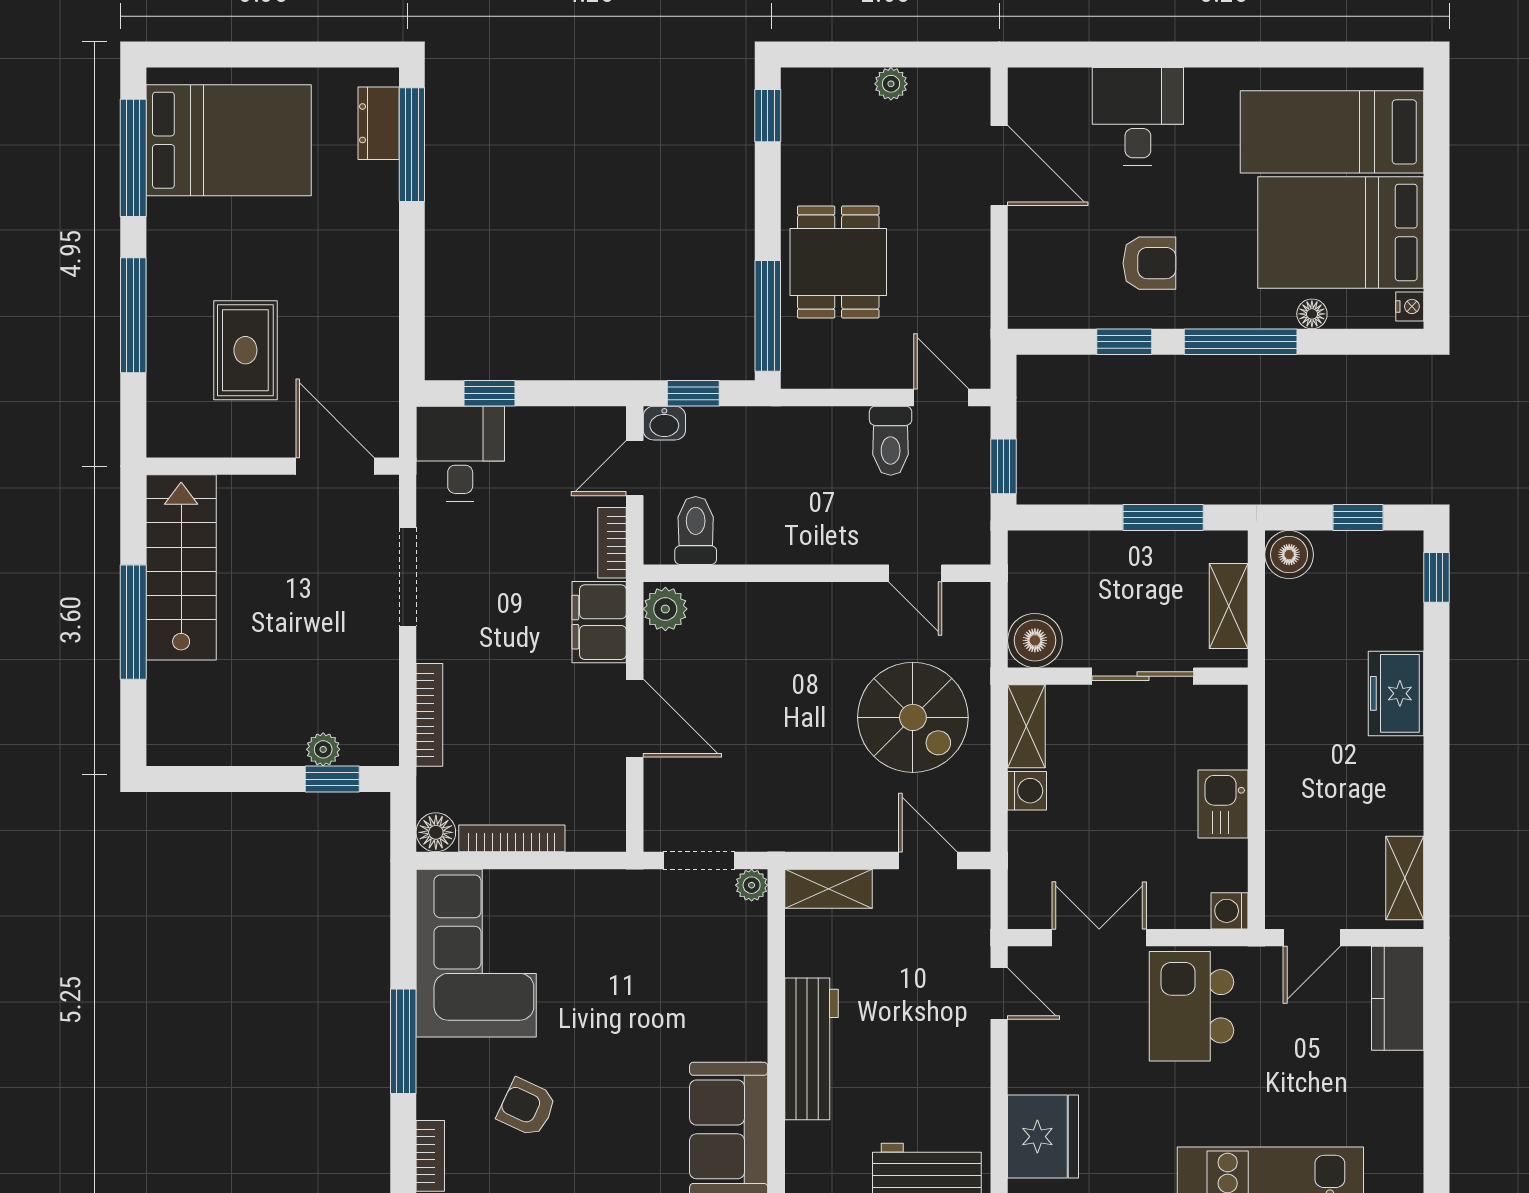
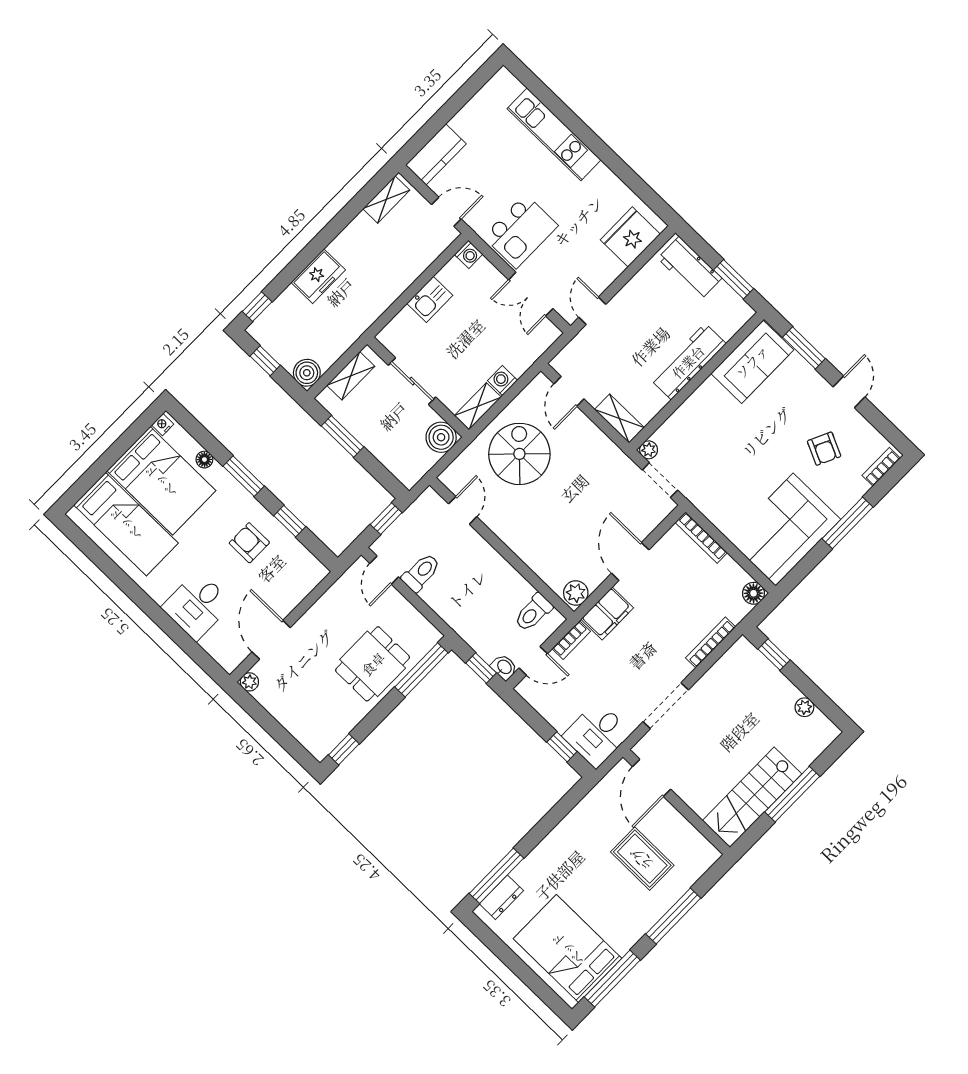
plant: (891, 84) -> (249, 682), moved
window: (1241, 342) -> (244, 476), width x0.69
rug: (245, 350) -> (642, 859), turned 90
plant: (323, 749) -> (804, 707), moved
bookcase: (512, 838) -> (701, 538), moved

